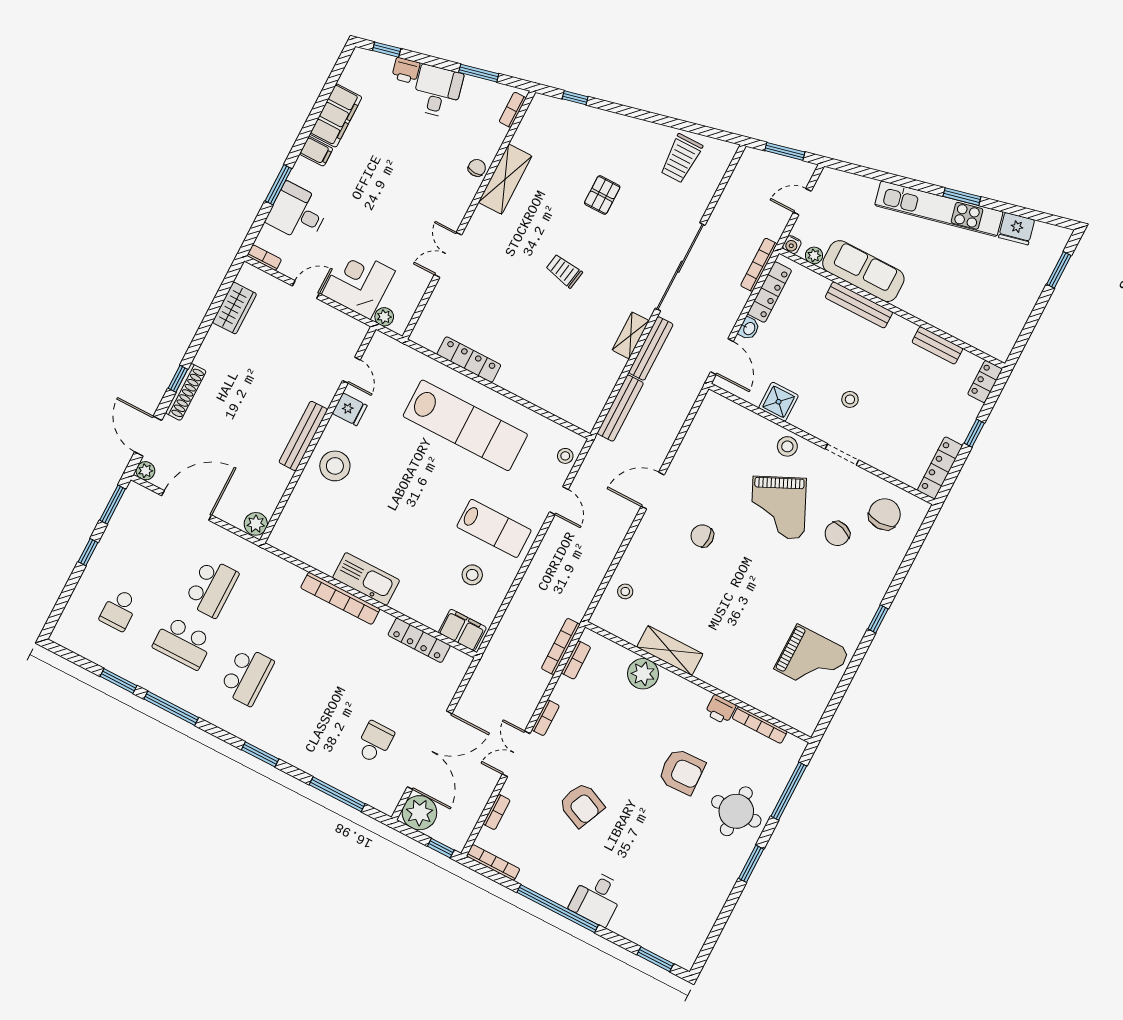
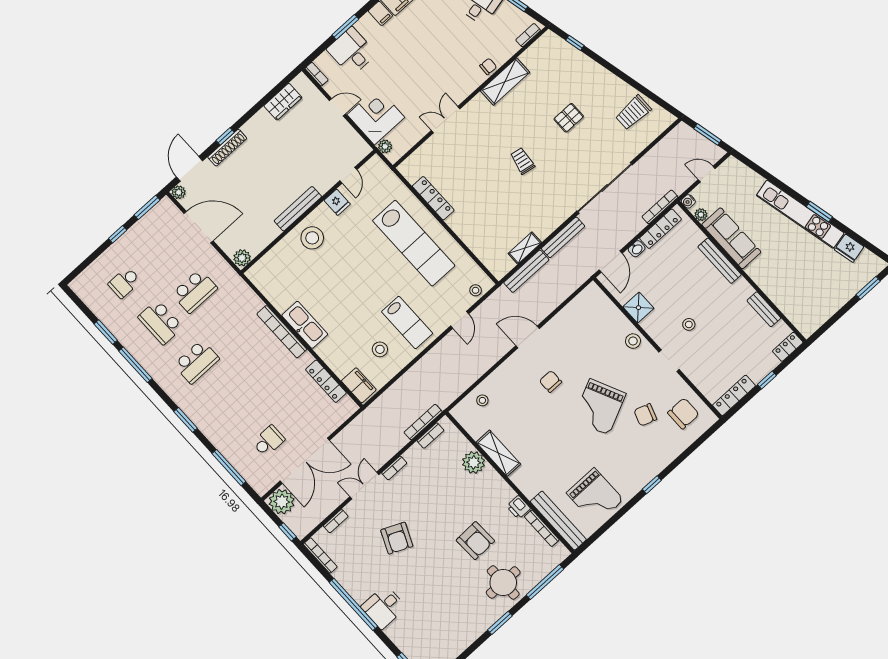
shelving: (631, 335) -> (525, 248), moved
grand piano: (778, 508) -> (599, 407), moved
bench: (777, 708) -> (558, 521), added

